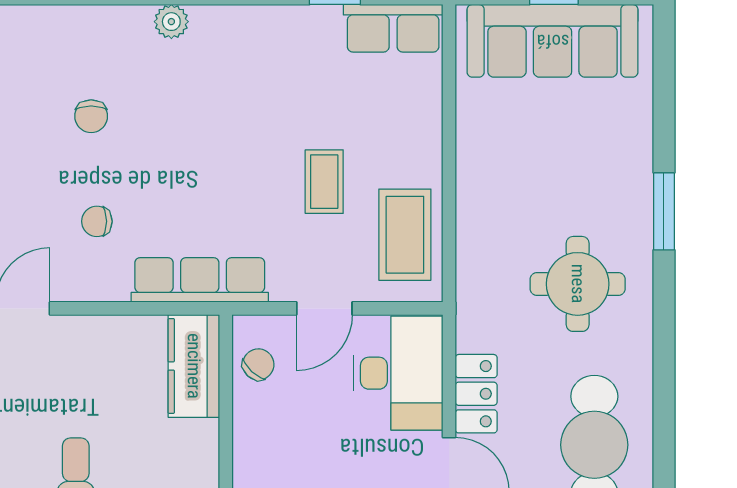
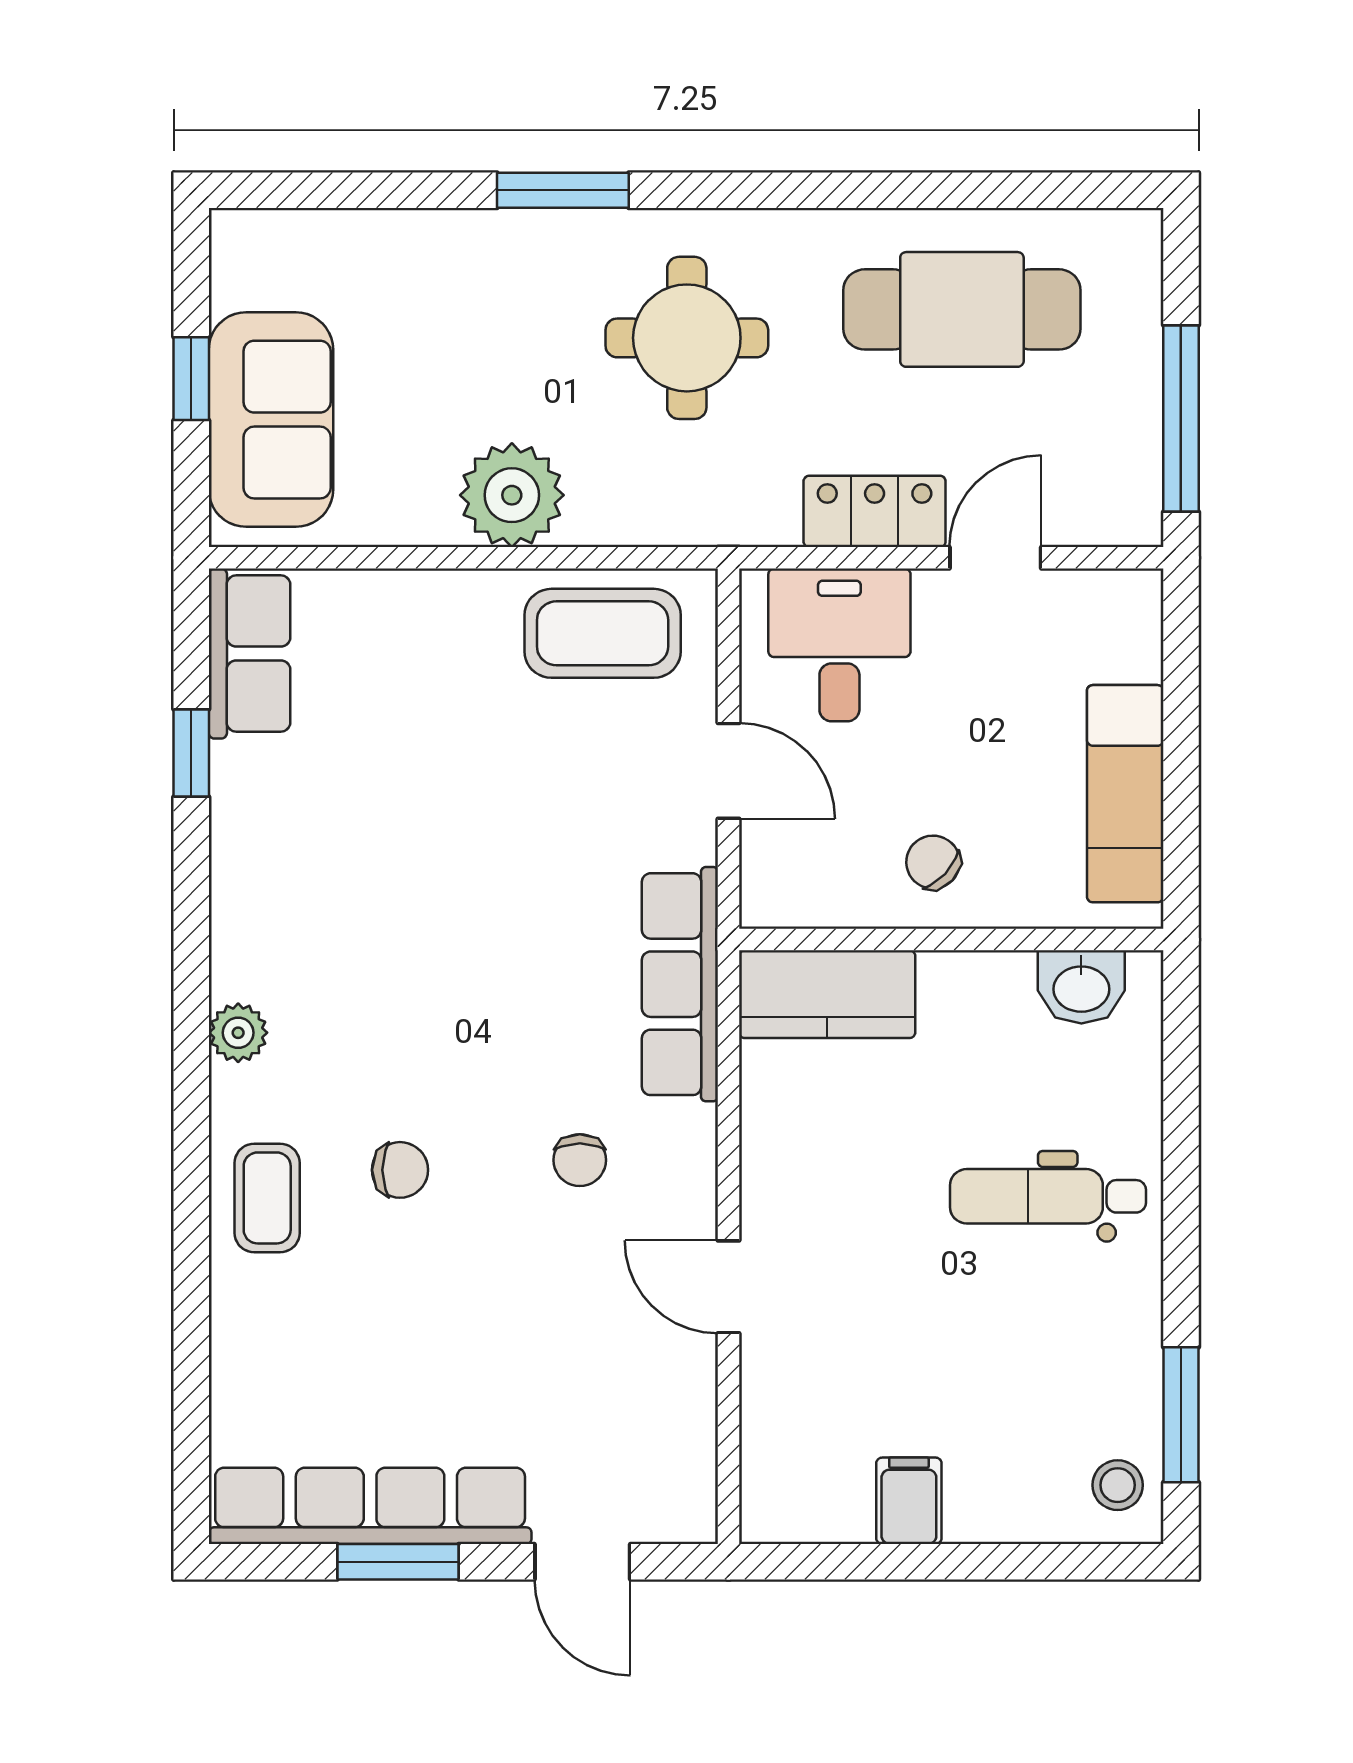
sofa: (553, 41) -> (271, 420), width x0.73
coffee table: (324, 182) -> (267, 1198), moved, turned 90
plant: (486, 182) -> (512, 495), added
chair: (258, 364) -> (933, 862), moved
desk: (398, 373) -> (839, 645), width x0.73

